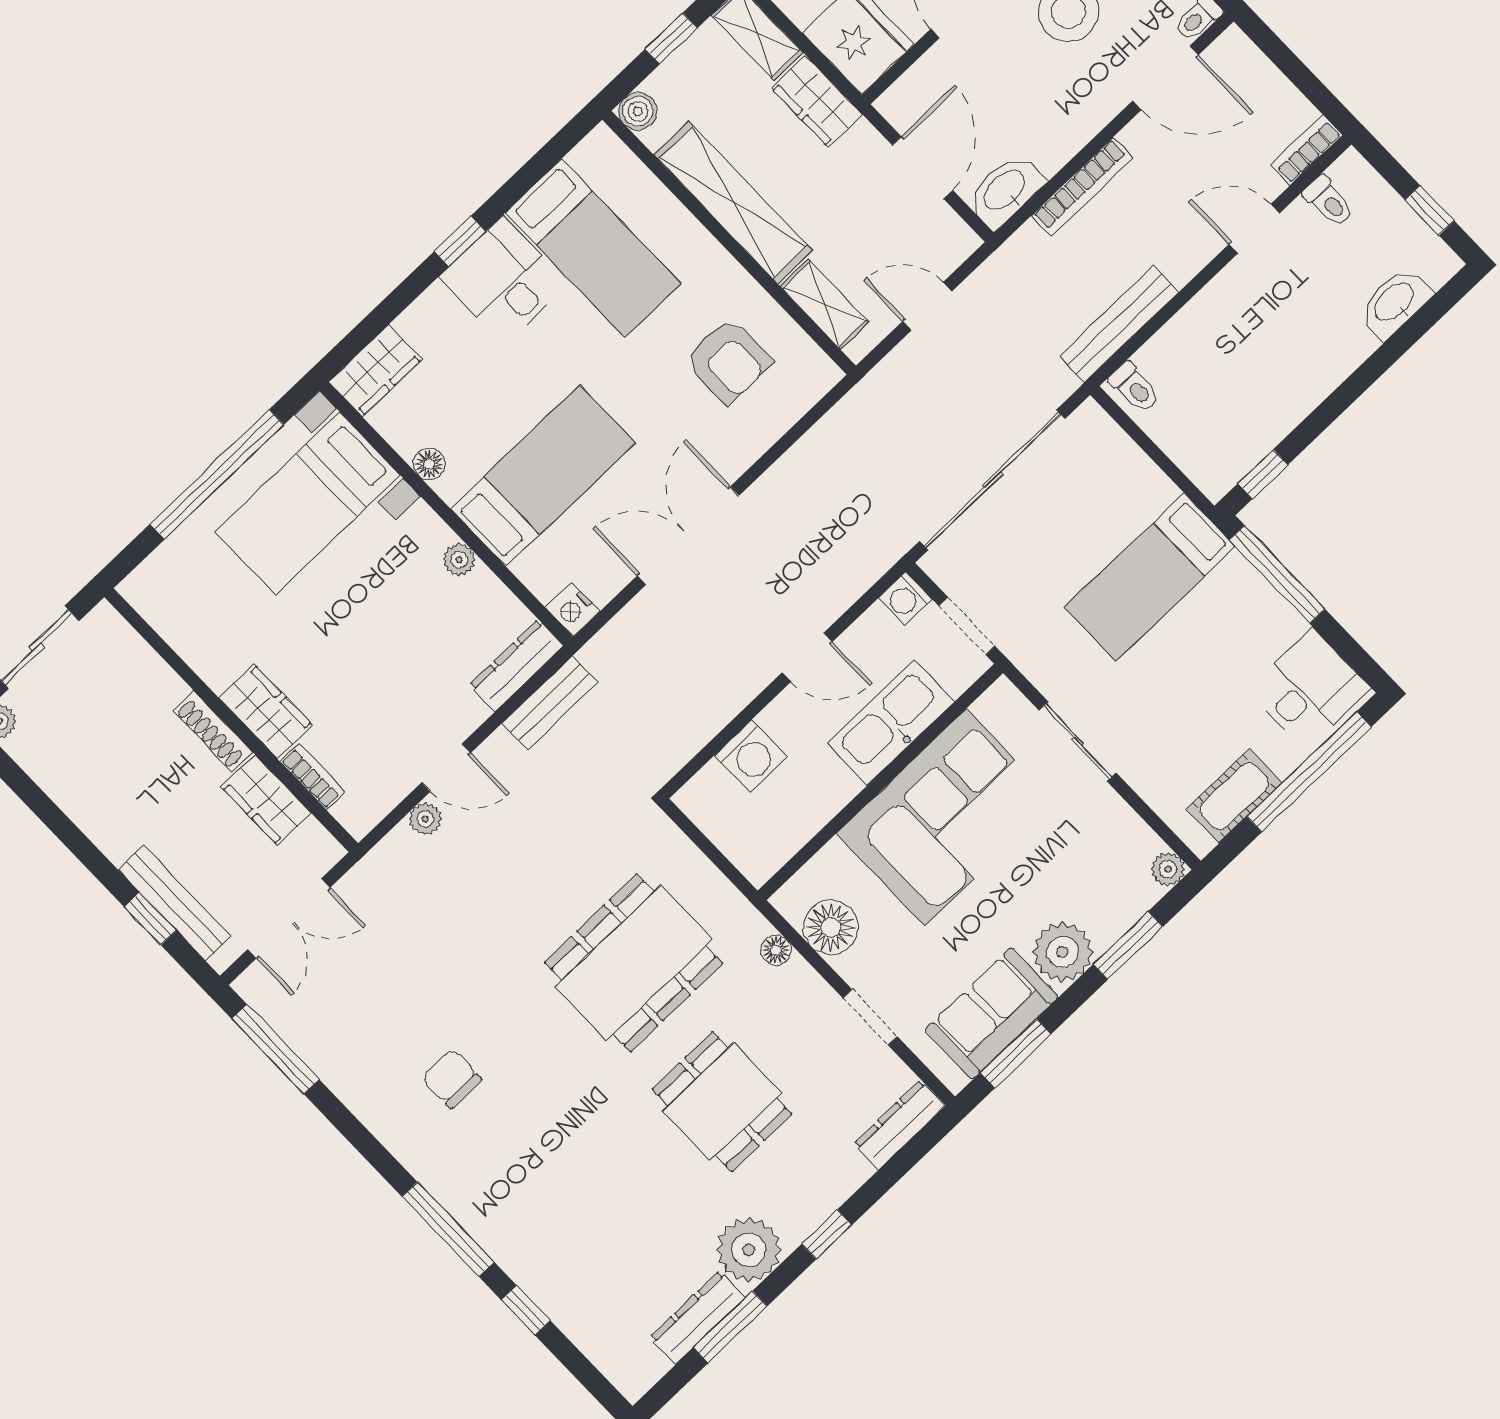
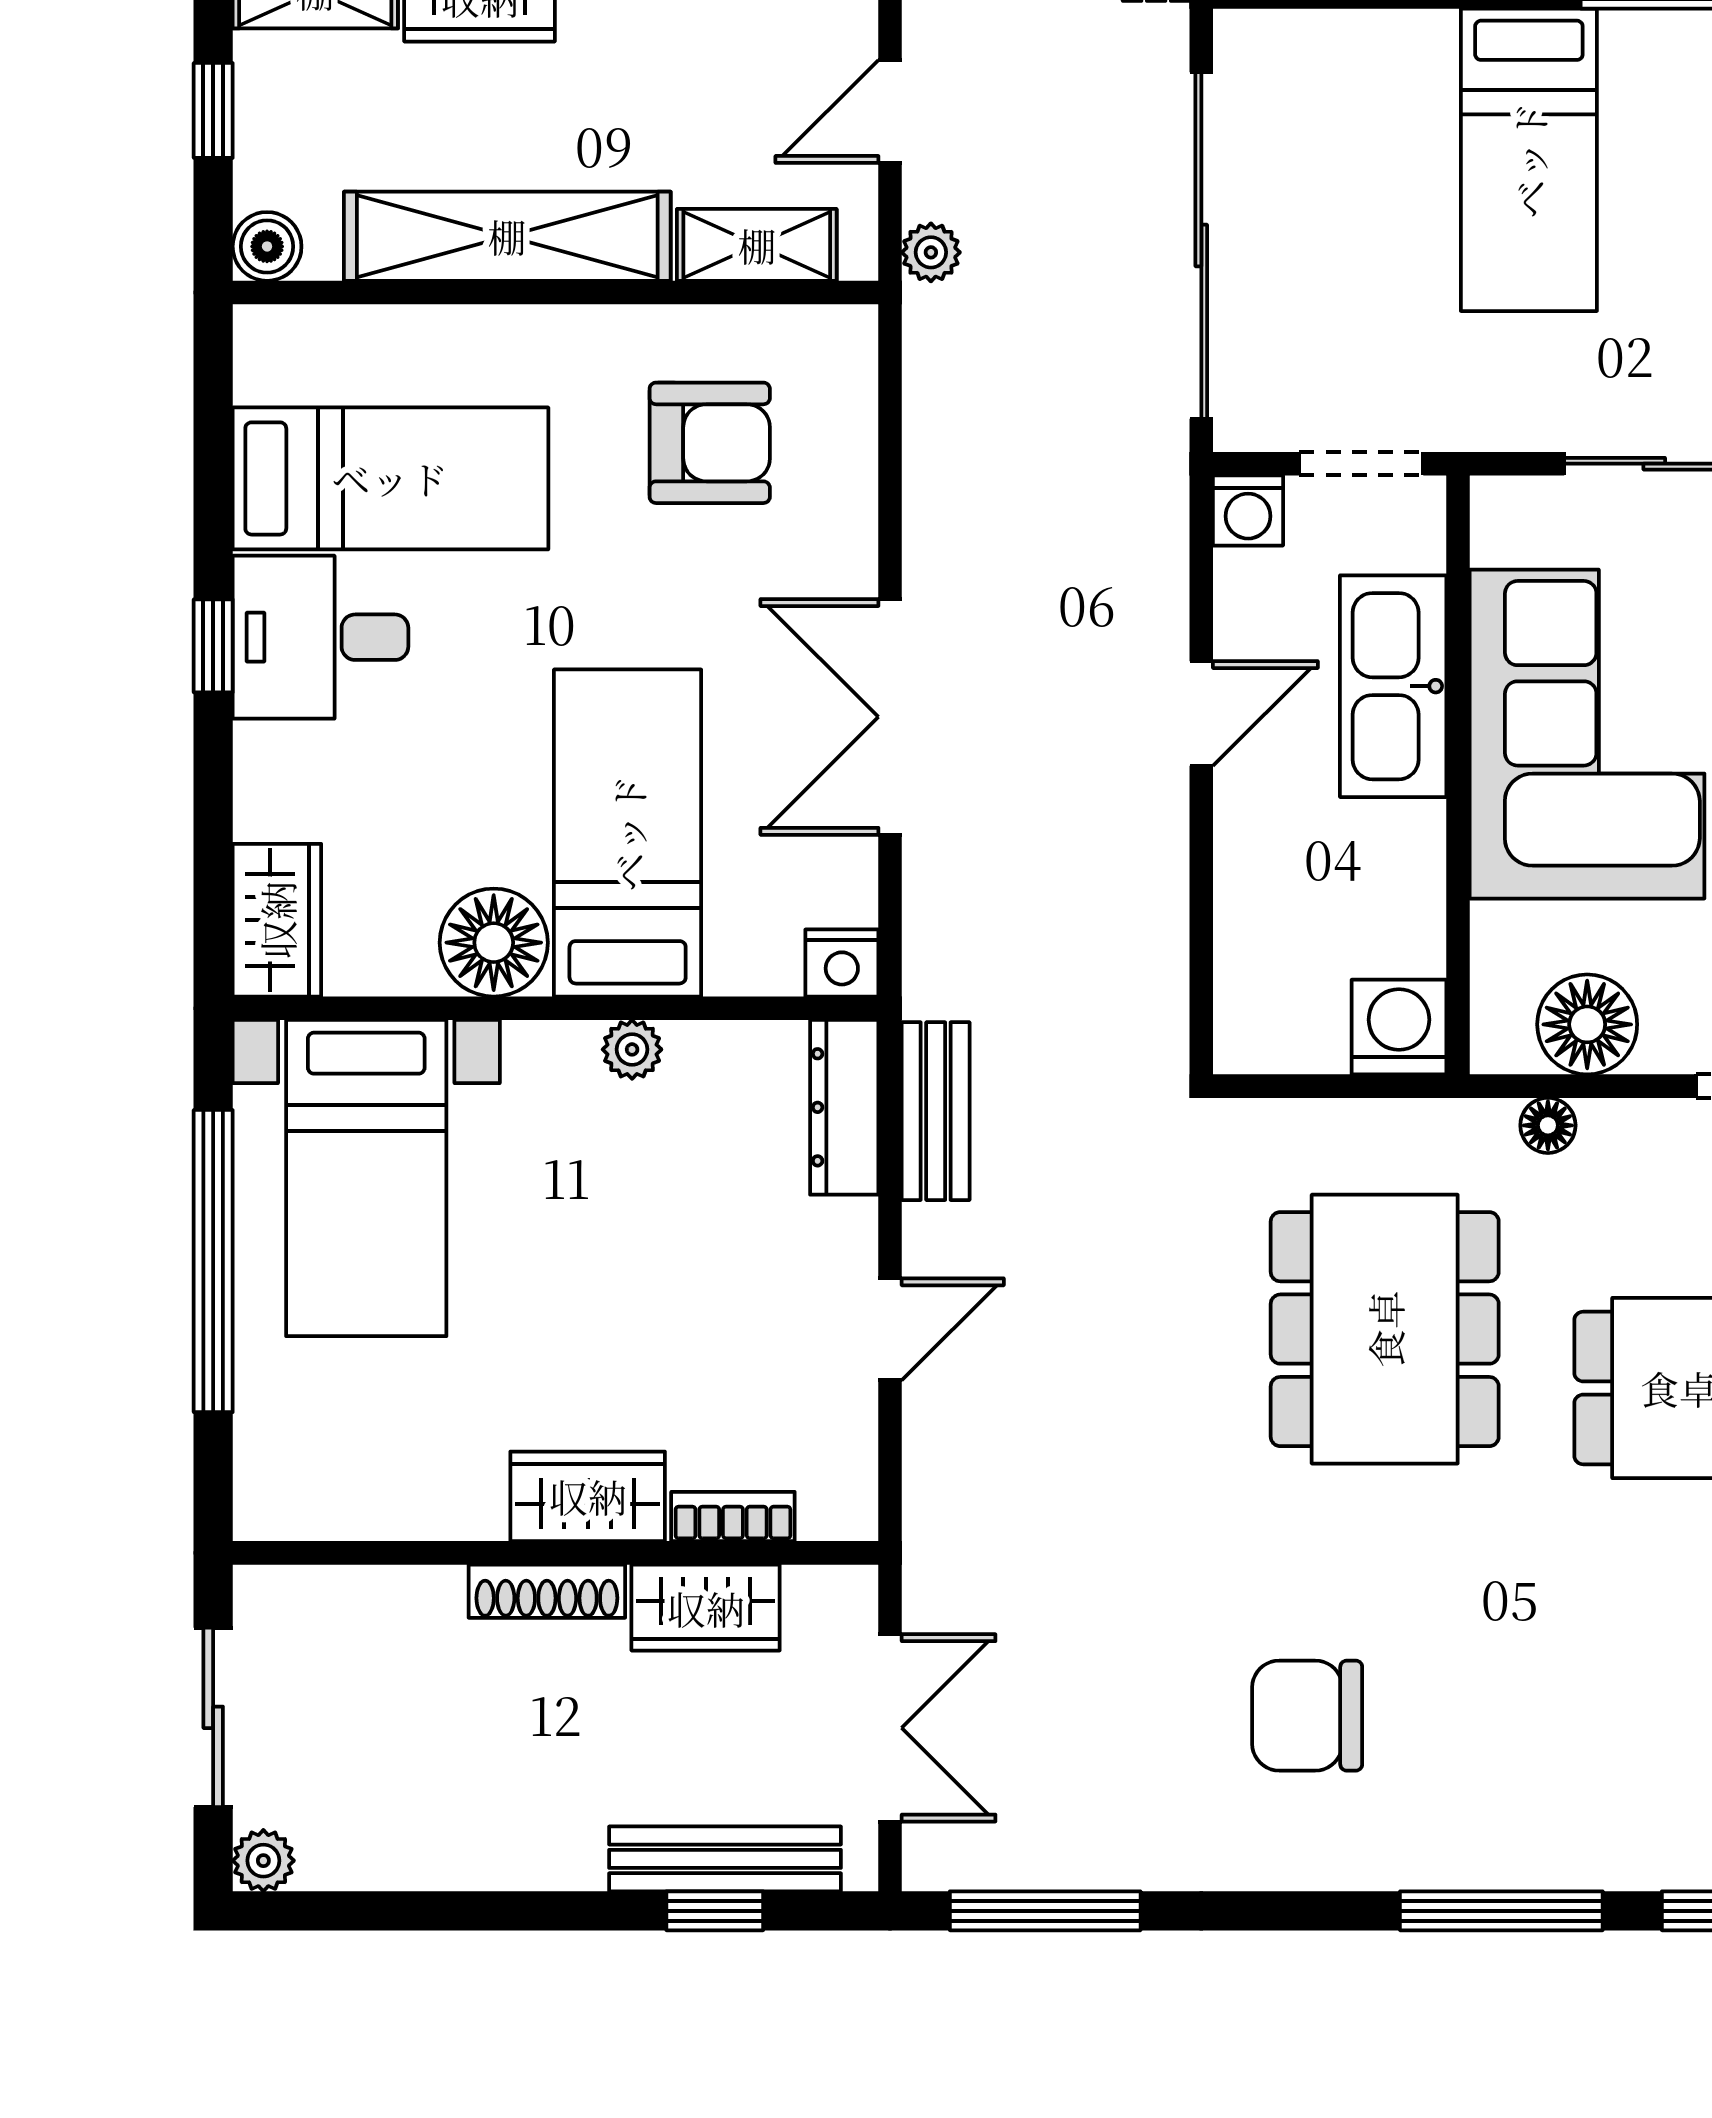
floor lamp: (429, 464) -> (494, 943), width x1.89, depth x1.89
washing machine: (751, 756) -> (1399, 1027), moved, turned -90
plant: (425, 819) -> (931, 252), moved
chair: (452, 1079) -> (1307, 1716), width x1.37, depth x1.37

